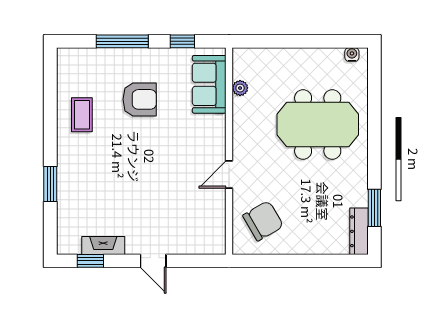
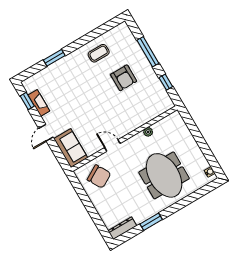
sofa: (209, 84) -> (71, 148), moved, turned 90
plant: (240, 88) -> (148, 132), moved
window: (374, 208) -> (151, 222), moved

